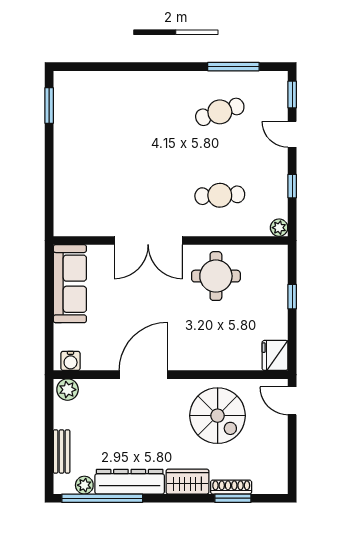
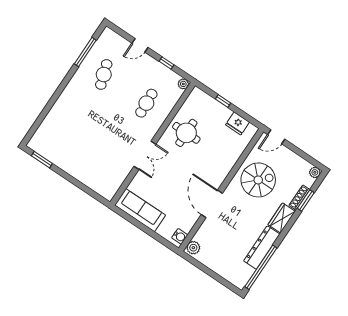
window: (292, 95) -> (120, 32), removed
double door: (148, 241) -> (145, 155), width x0.73
fridge: (275, 355) -> (238, 123), moved
bench: (62, 451) -> (223, 272), removed
plant: (84, 485) -> (315, 172), moved

